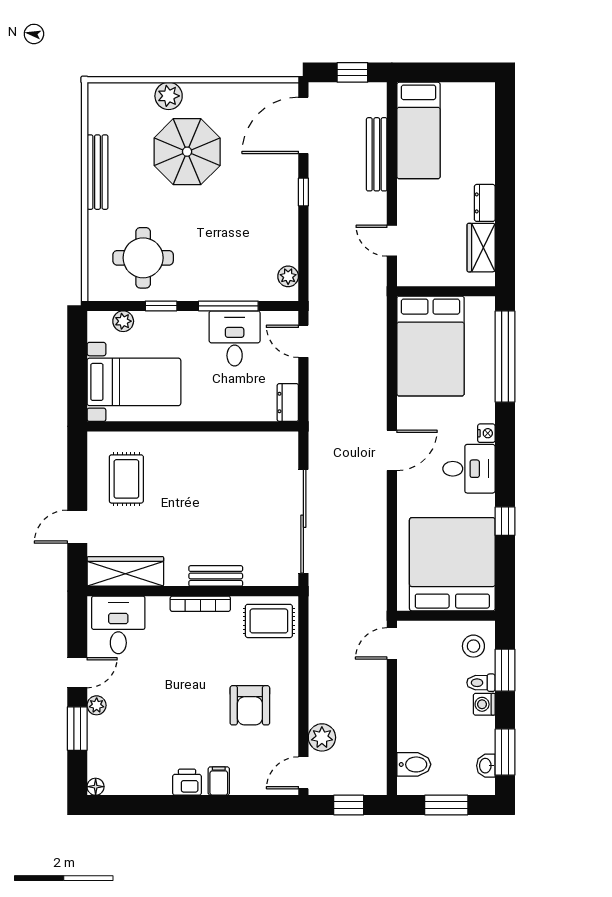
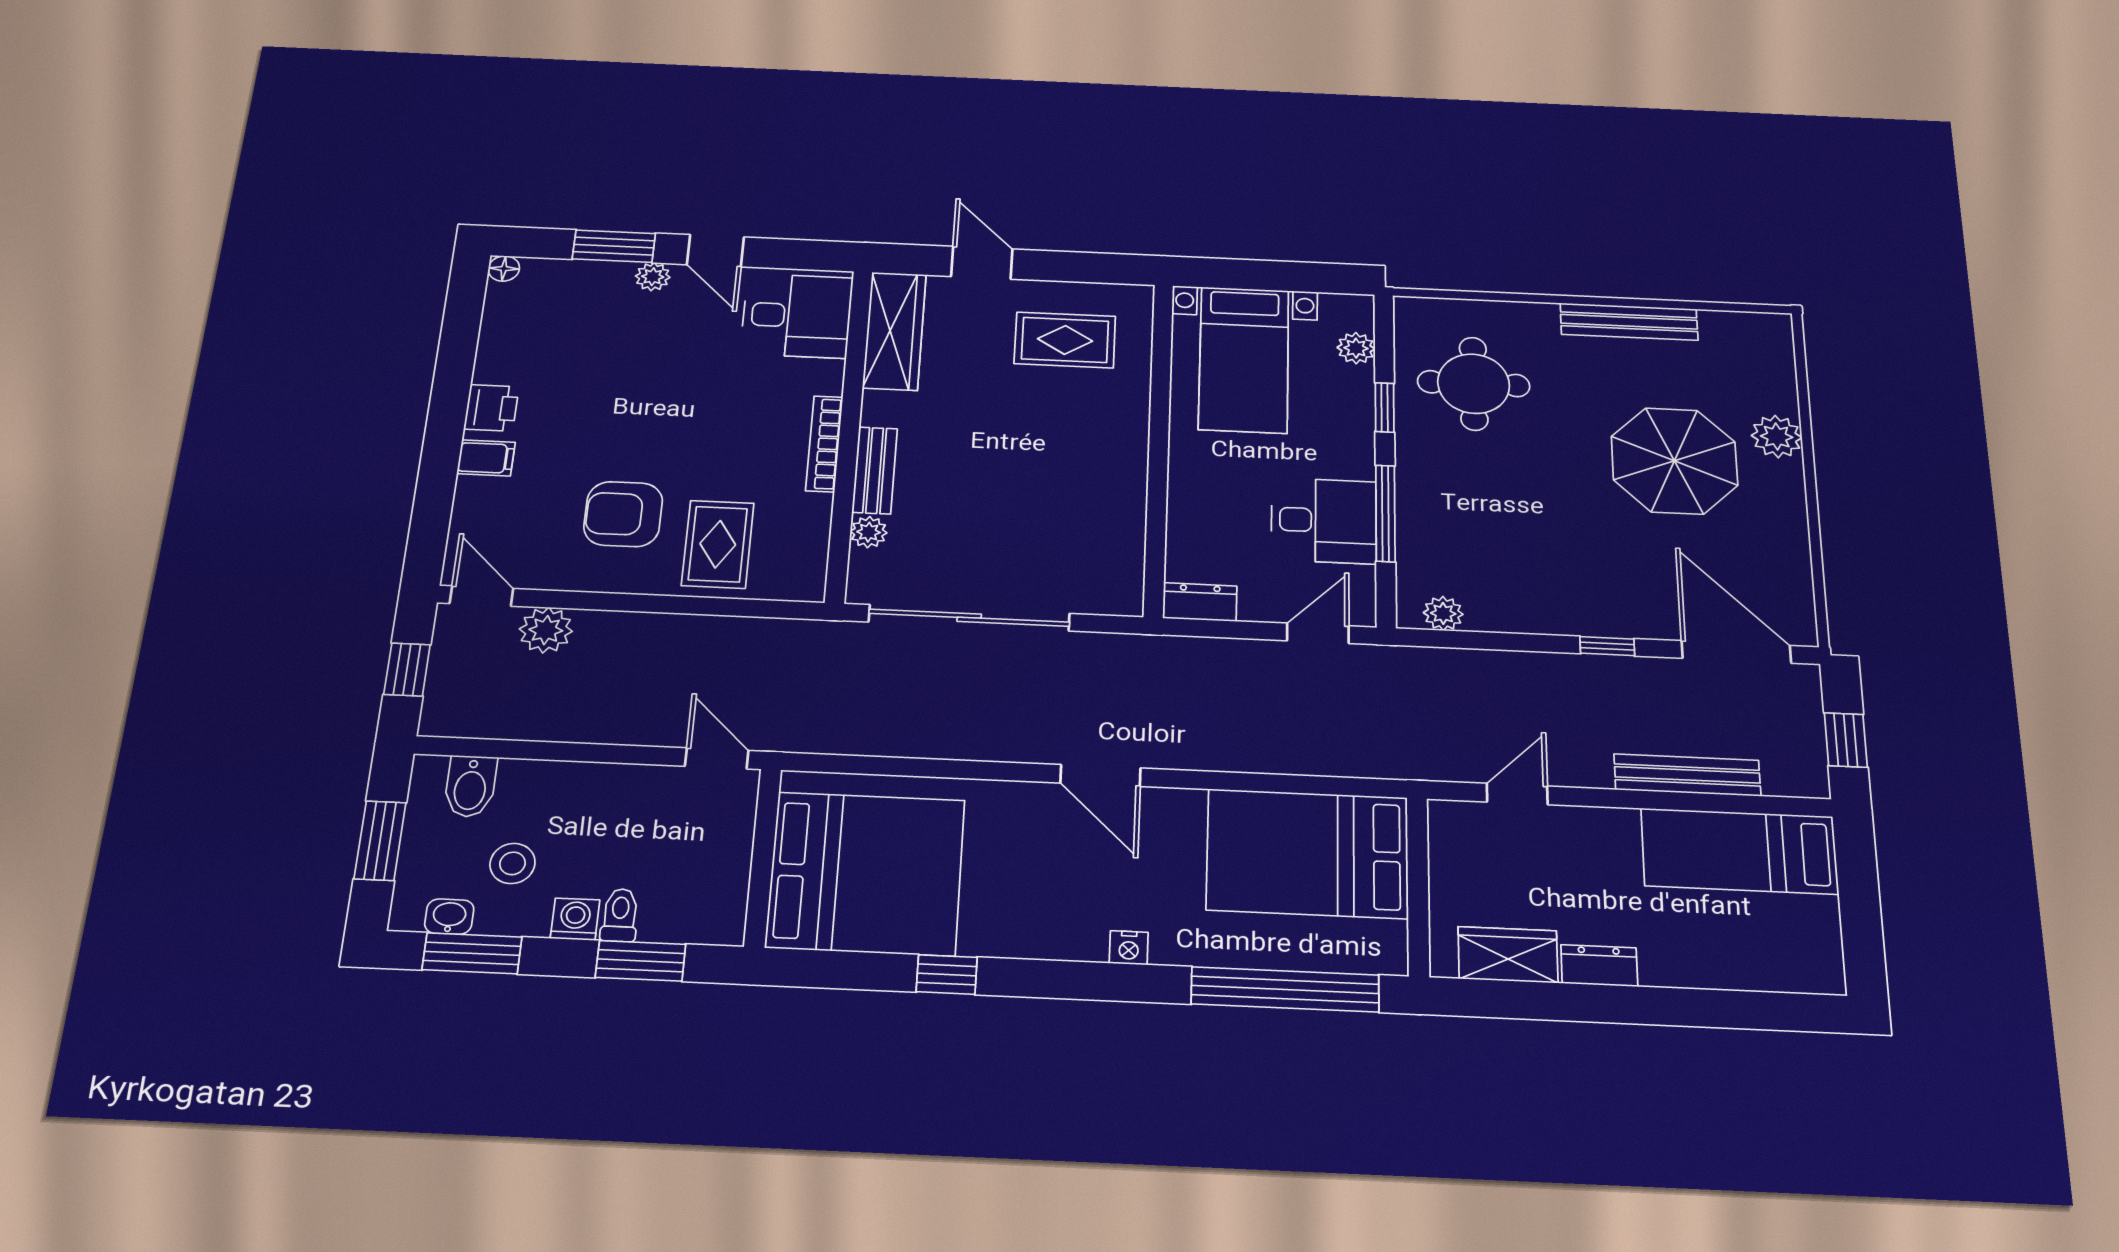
desk: (469, 469) -> (1058, 912), removed
plant: (254, 577) -> (869, 532), added
rug: (269, 621) -> (718, 544), moved
stool: (473, 646) -> (513, 863), moved

